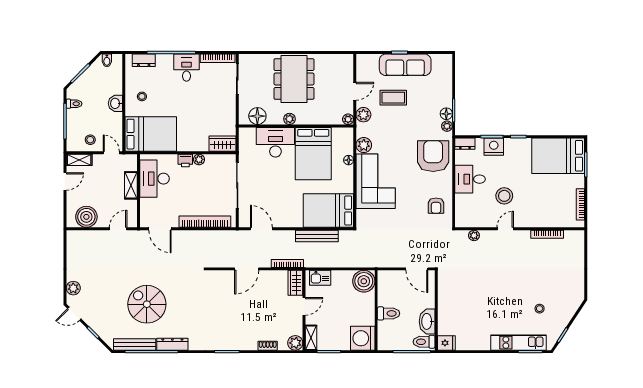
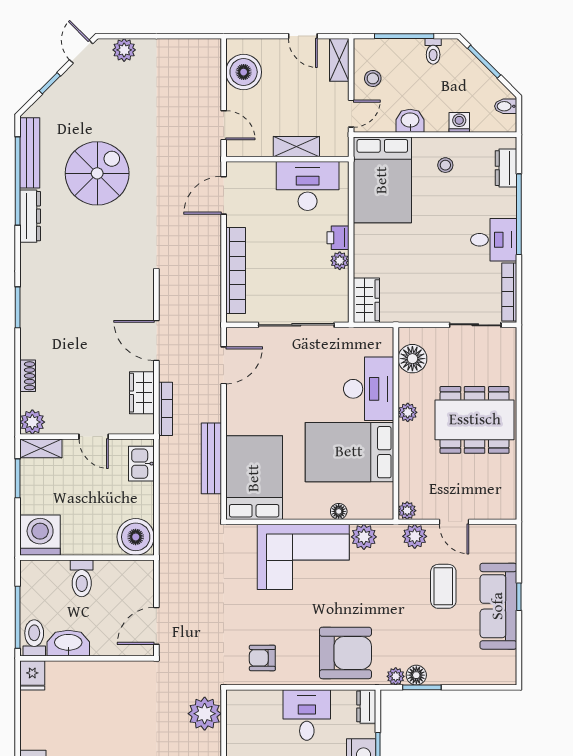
washing machine: (116, 88) -> (459, 122), added
washbasin: (115, 103) -> (410, 121), moved
plant: (474, 235) -> (205, 714), width x1.88, depth x1.88
wardrobe: (295, 283) -> (142, 393), moved, turned -90

